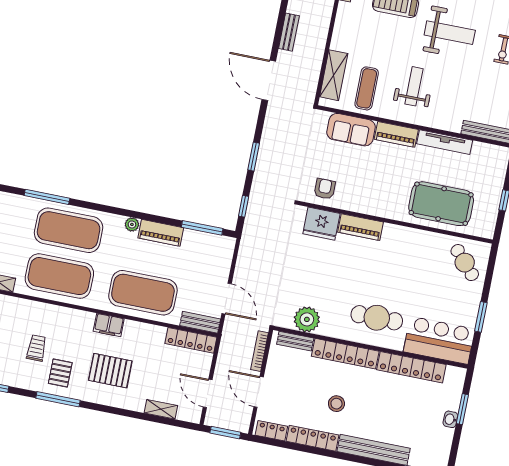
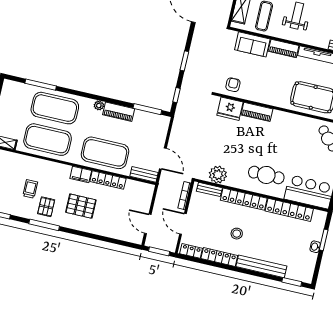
locker: (191, 340) -> (108, 180), moved
shelving: (161, 409) -> (115, 234), removed

